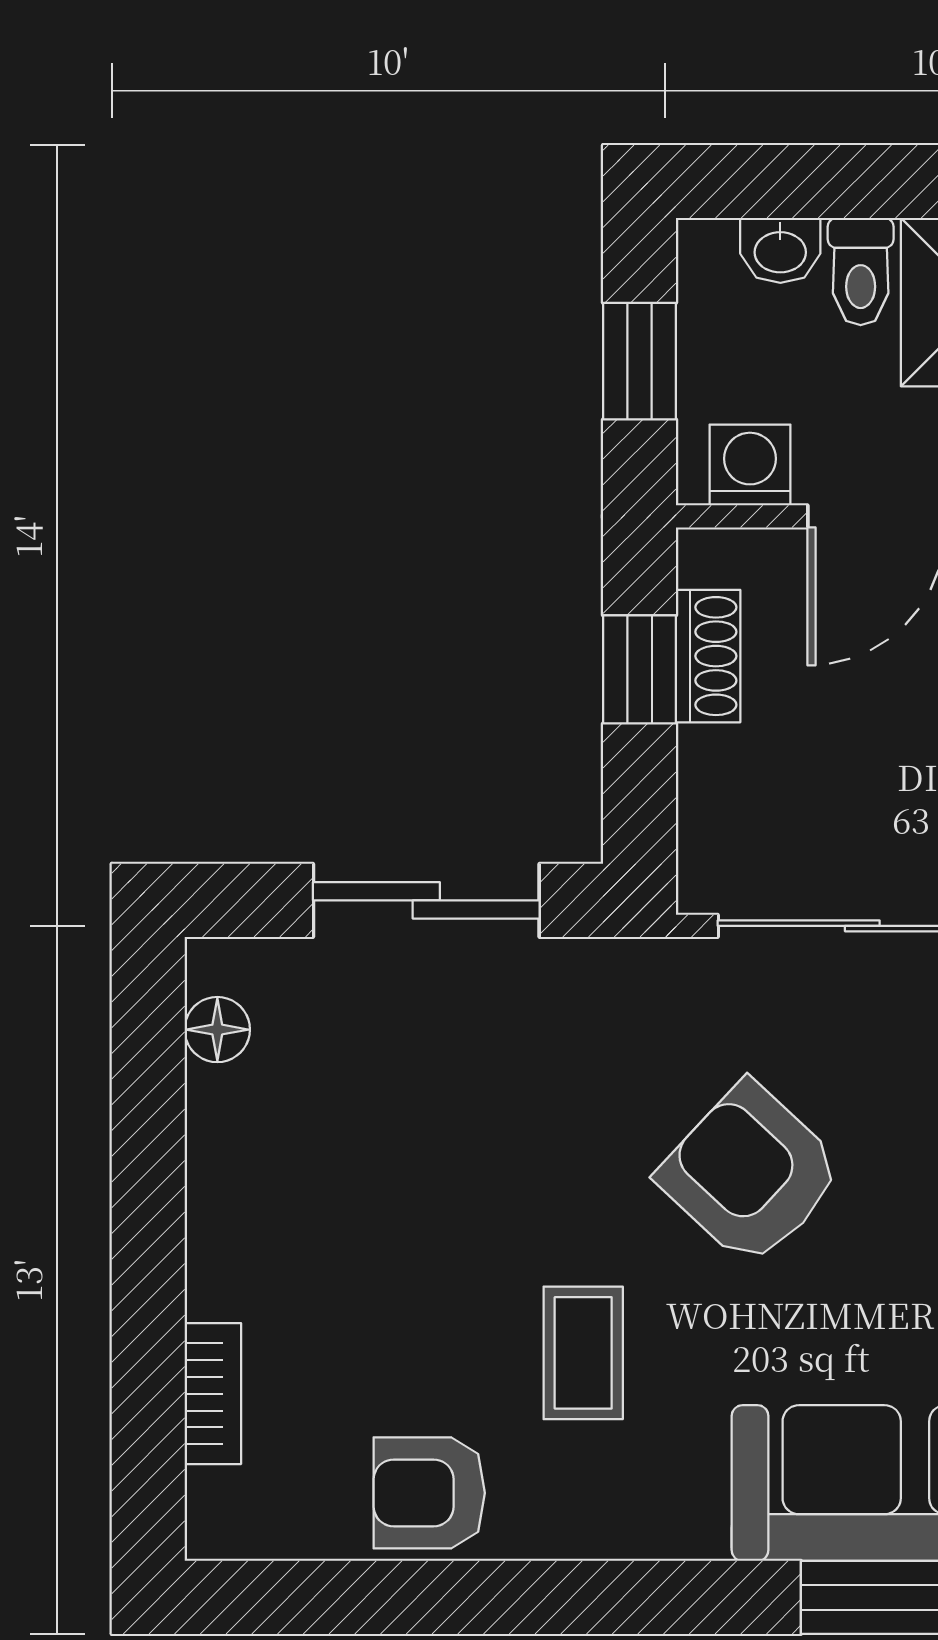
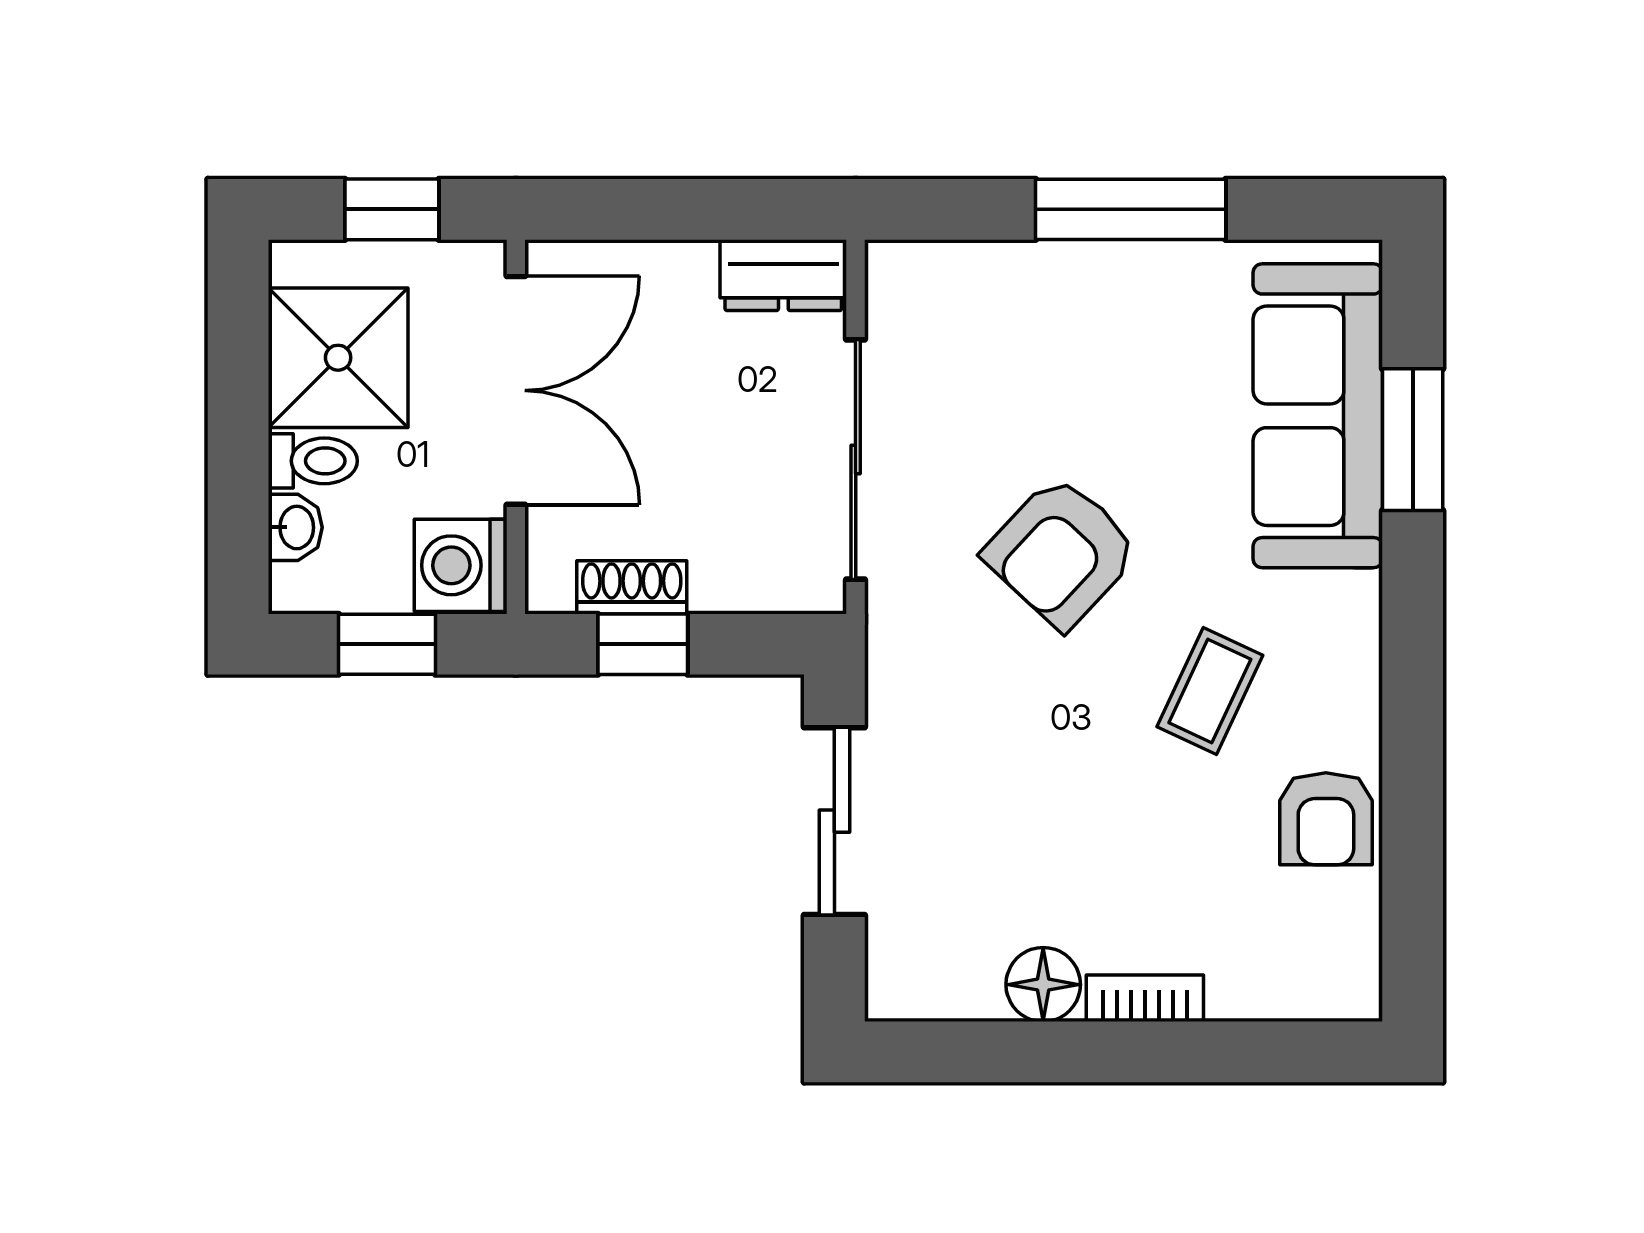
washing machine: (750, 465) -> (461, 565), width x1.38, depth x1.38
floor lamp: (217, 1030) -> (1043, 985), moved, width x1.37, depth x1.37
coffee table: (583, 1353) -> (1210, 691), turned -65
bookcase: (213, 1394) -> (1145, 998), moved

